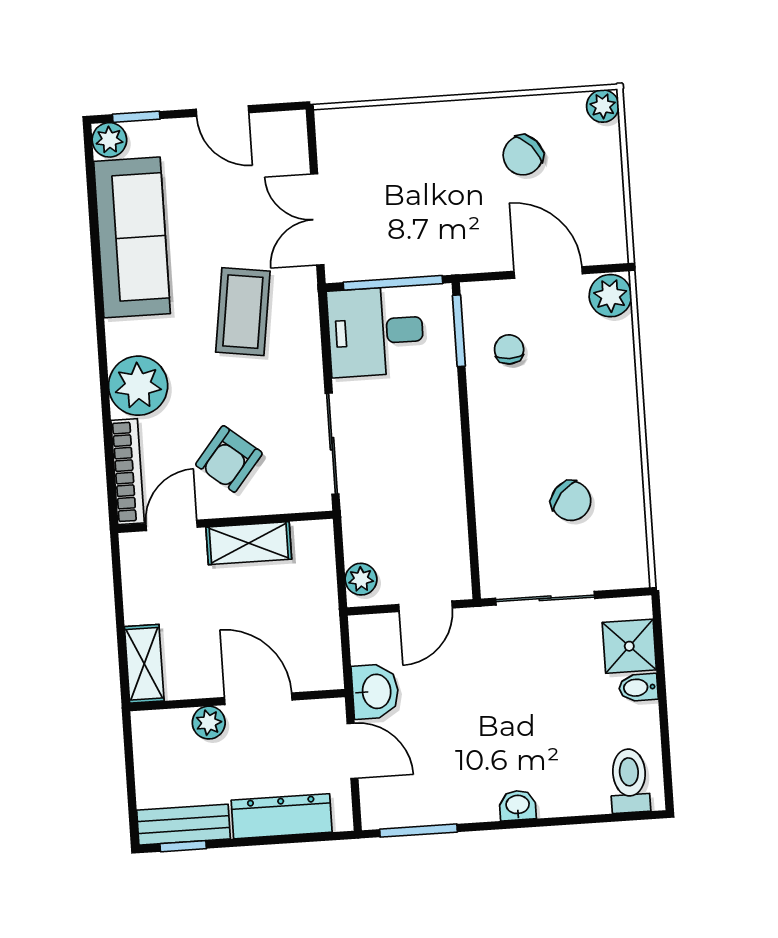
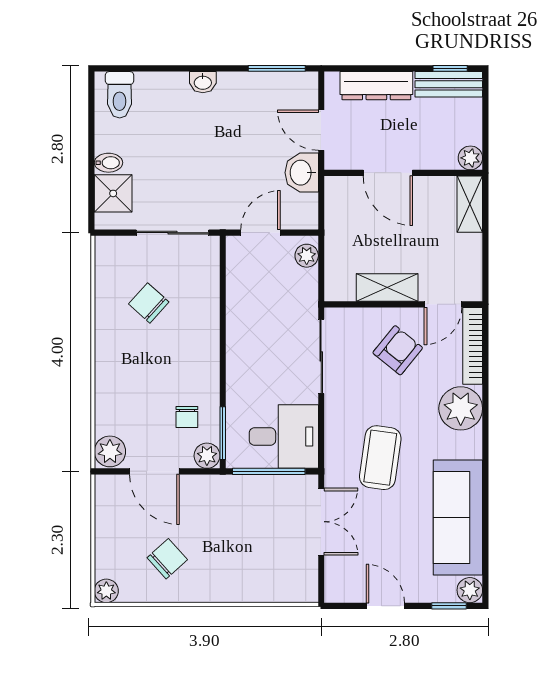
plant: (478, 299) -> (207, 456), added
plant: (209, 723) -> (470, 158), moved

